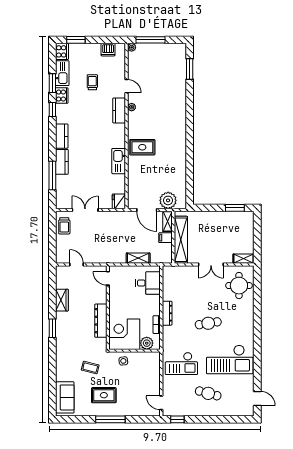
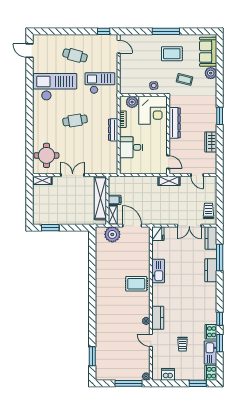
kitchen counter: (62, 136) -> (211, 238), moved
shelving: (138, 258) -> (169, 181), moved
desk: (148, 283) -> (131, 147), moved
plant: (62, 374) -> (211, 73), added

